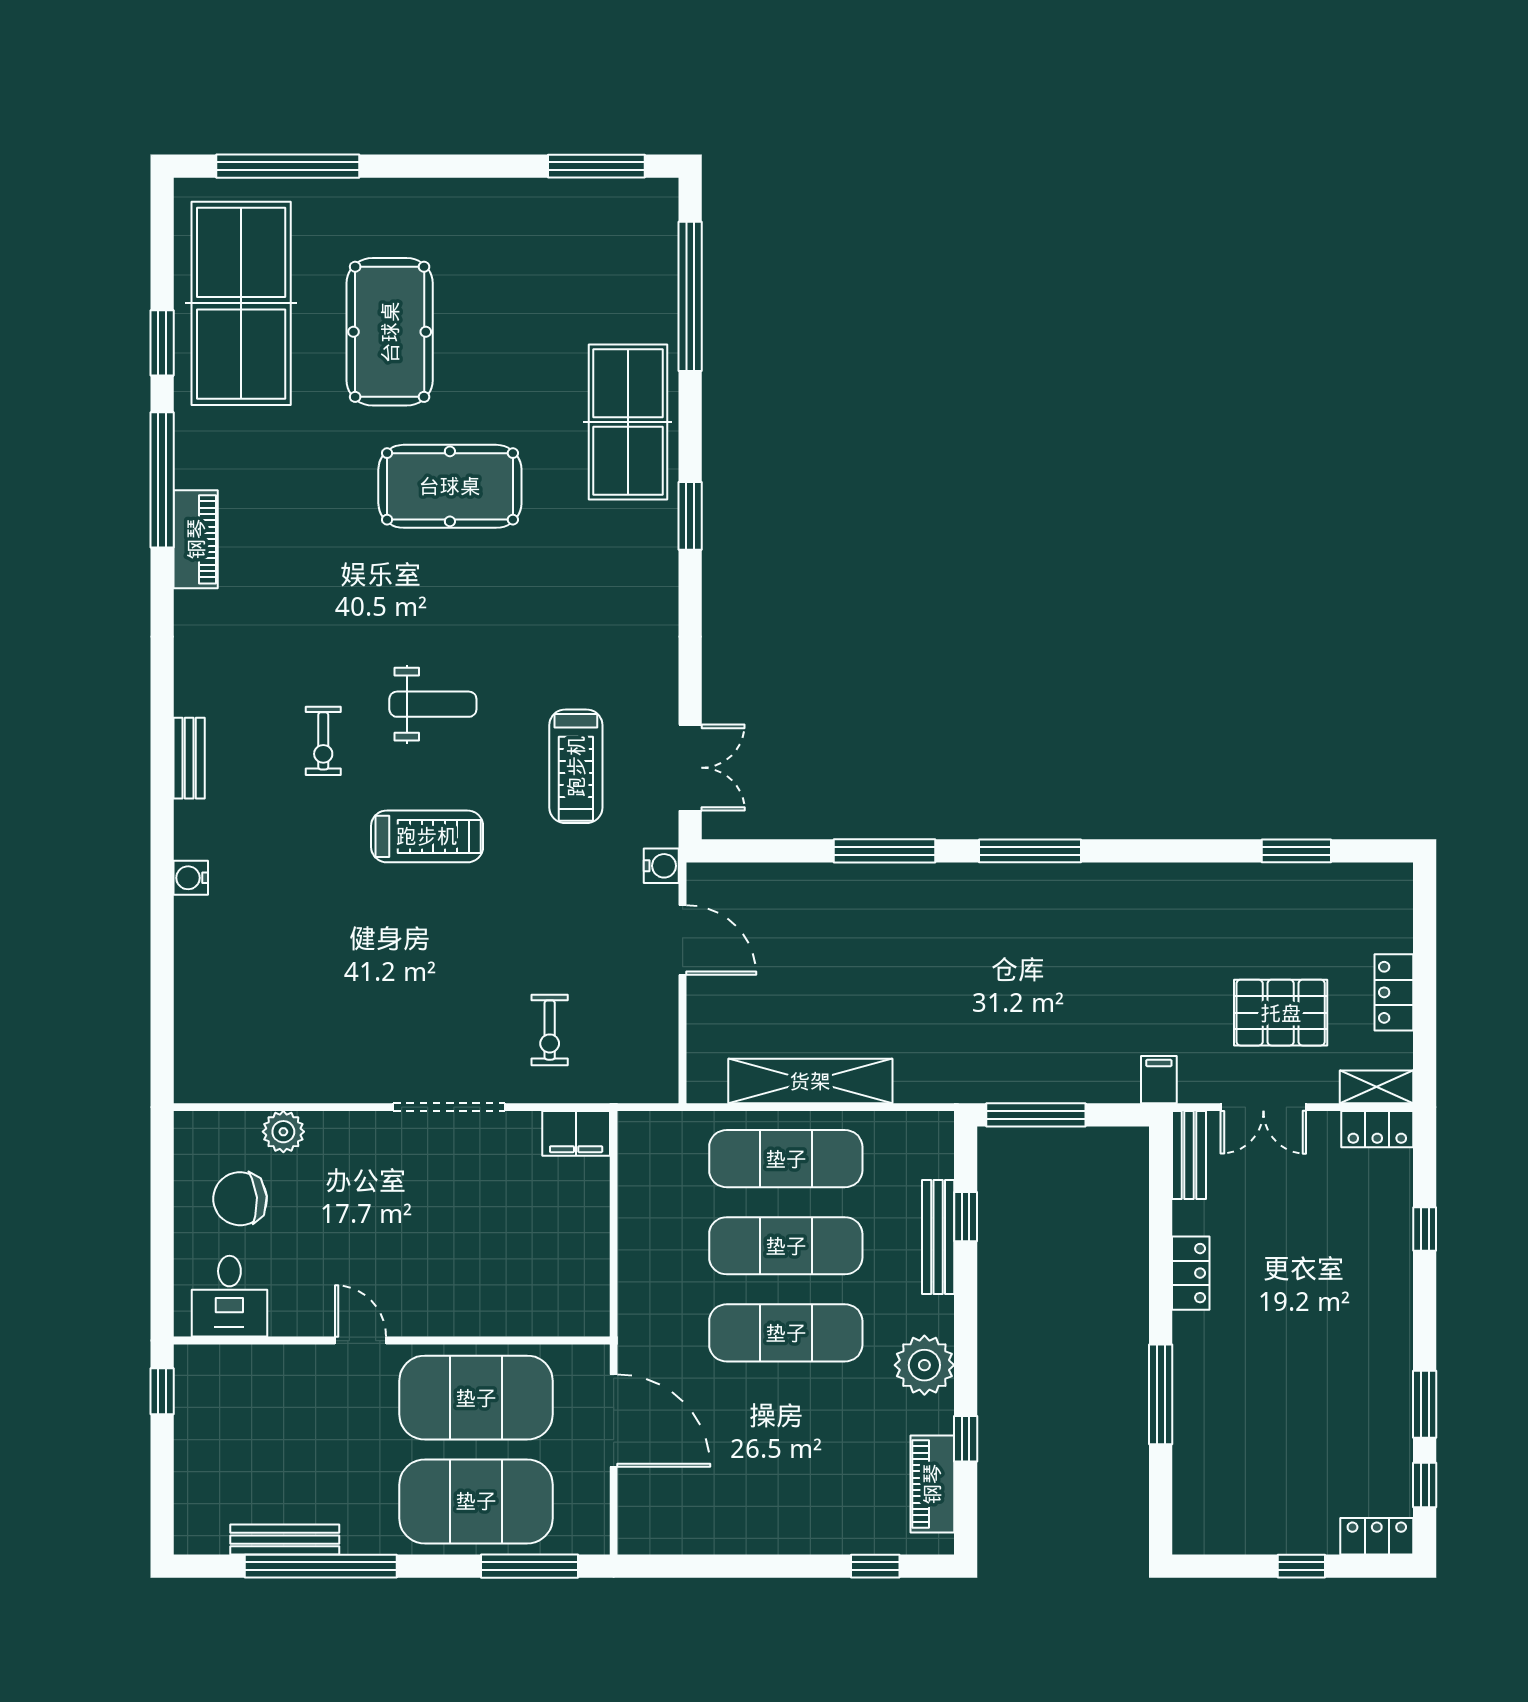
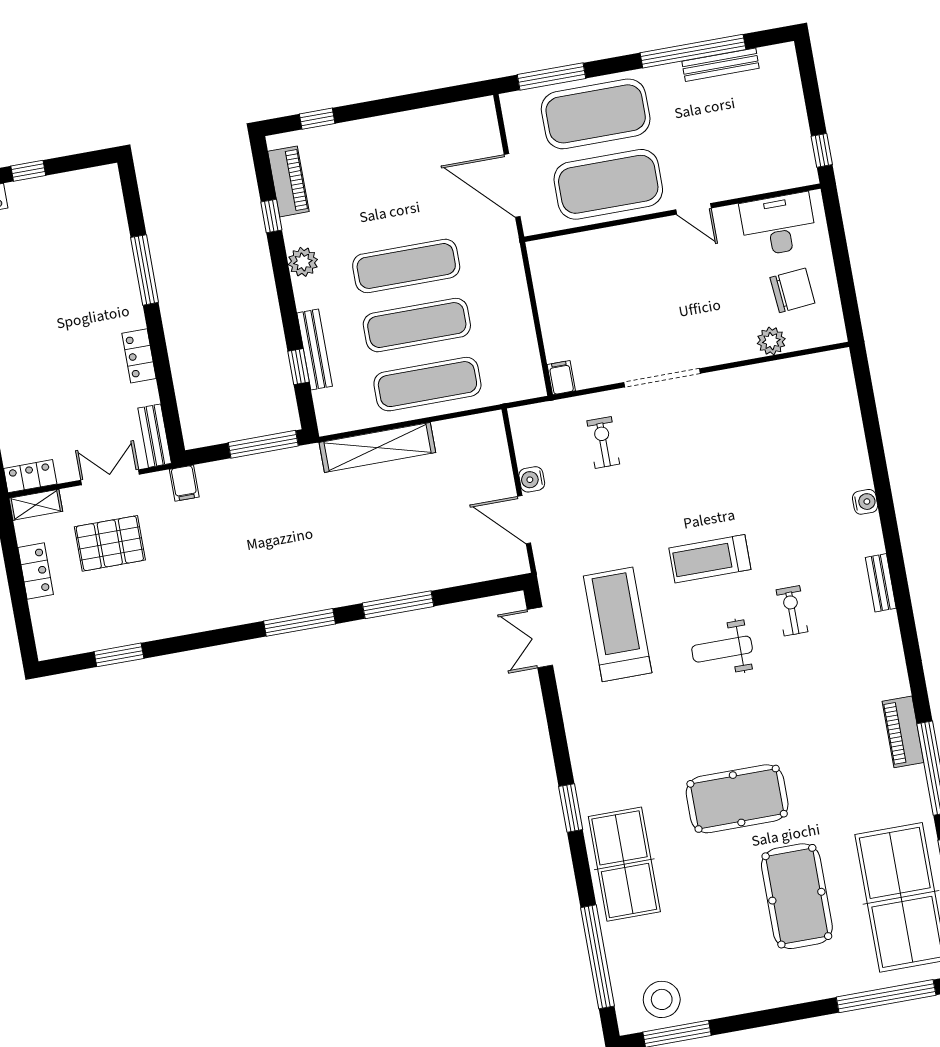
stool: (609, 219) -> (662, 999), added
treadmill: (576, 766) -> (618, 624), width x1.37, depth x1.38
water cooler: (661, 866) -> (532, 479), moved
shelving: (810, 1081) -> (377, 447), moved
filing cabinet: (576, 1133) -> (561, 378), width x0.50
desk: (229, 1296) -> (778, 225), width x1.37
plant: (924, 1365) -> (303, 262), width x0.73, depth x0.73

